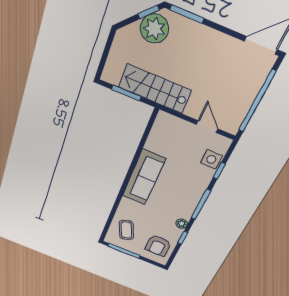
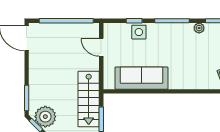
door: (207, 127) -> (101, 47), hinge flipped
side table: (211, 159) -> (139, 32), moved
sofa: (144, 177) -> (142, 78), moved

